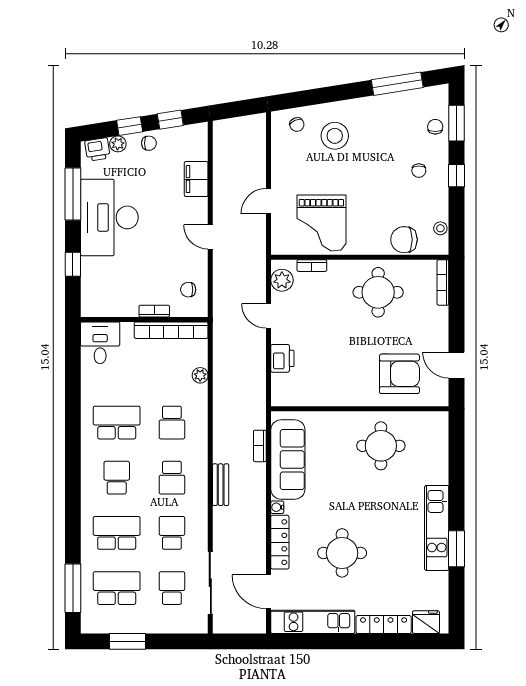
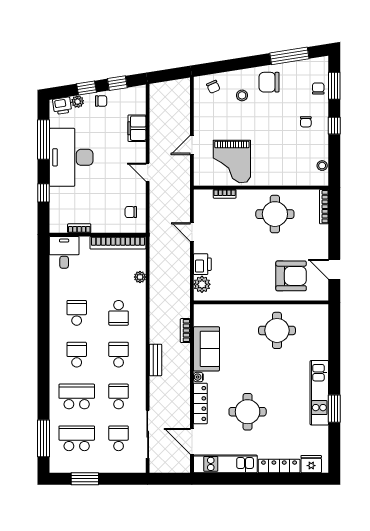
stool: (335, 136) -> (242, 95), width x0.53, depth x0.53
chair: (404, 240) -> (269, 82), moved
plant: (282, 280) -> (202, 284), moved
bookcase: (154, 311) -> (79, 228), moved
school desk: (117, 423) -> (77, 313), width x0.54
sofa: (288, 460) -> (206, 349), width x0.73
school desk: (172, 478) -> (119, 355), turned 180

